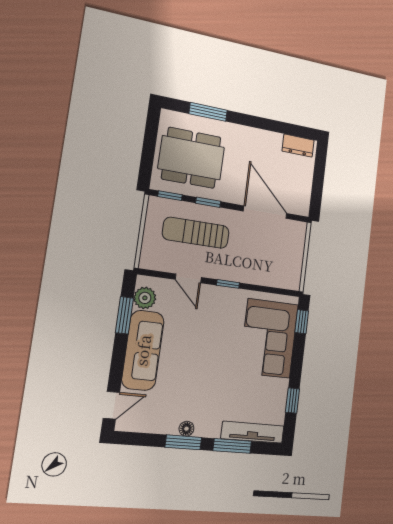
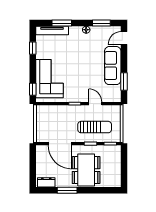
window: (208, 112) -> (67, 190), moved
dining table: (191, 158) -> (86, 170), moved, turned 90
plant: (145, 298) -> (115, 91), removed
window: (183, 442) -> (101, 23), moved

